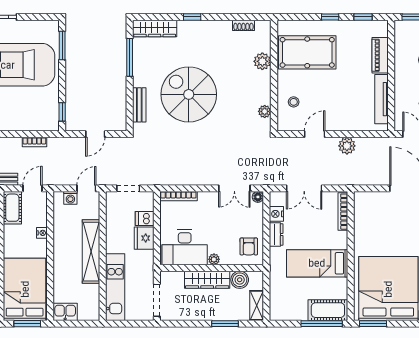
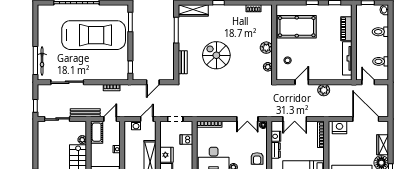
plant: (262, 61) -> (266, 48), moved
spiral stairs: (189, 94) -> (216, 55), width x0.73, depth x0.73
nightstand: (370, 201) -> (339, 127), added
fridge: (144, 238) -> (167, 155), moved, turned 180

